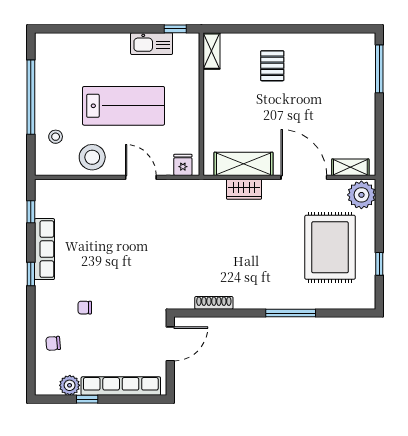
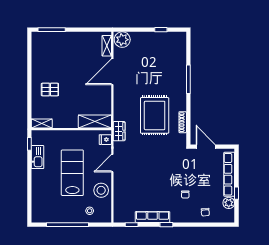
shelving: (243, 164) -> (95, 122), moved, turned 90
wardrobe: (244, 189) -> (119, 131), moved
rug: (330, 247) -> (155, 115), moved, turned 90

